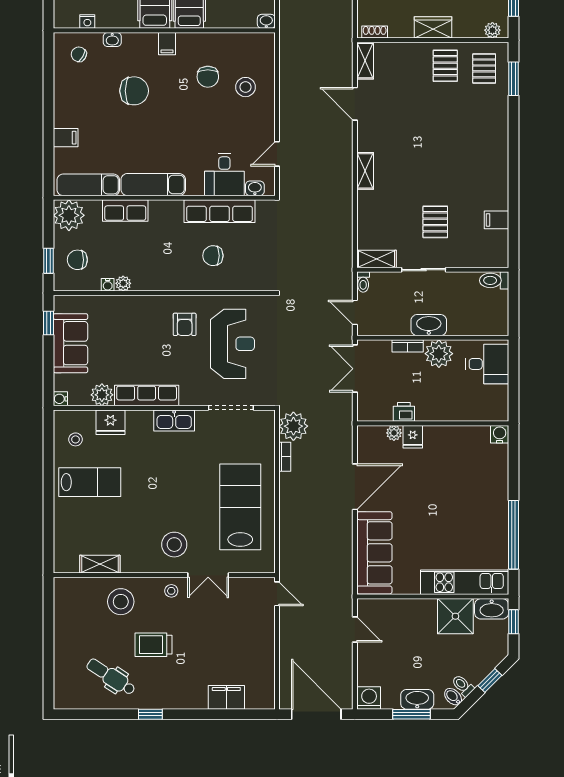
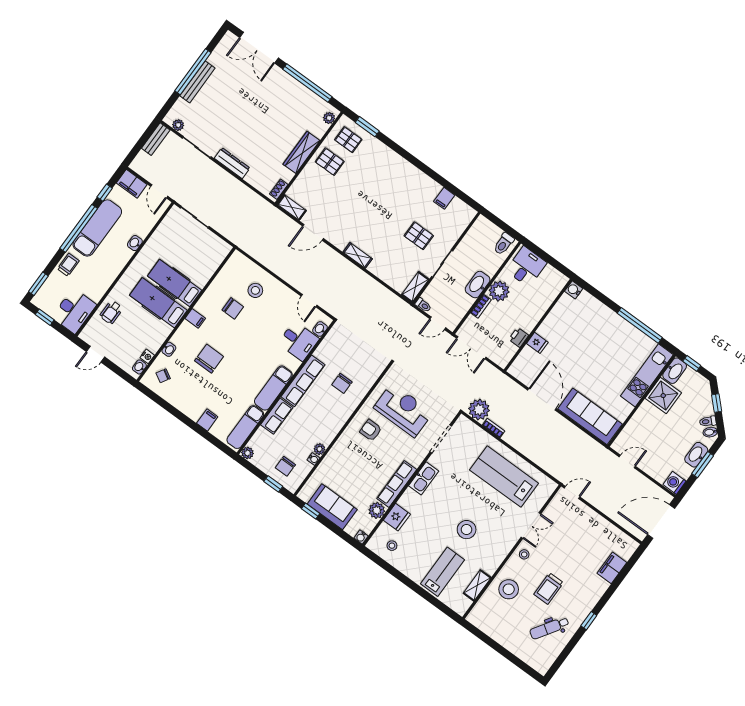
washbasin: (266, 21) -> (139, 367), moved
wardrobe: (433, 27) -> (301, 152), width x1.50
row of seats: (220, 211) -> (303, 381), moved
plant: (69, 215) -> (248, 453), width x0.53, depth x0.53
toilet: (494, 280) -> (504, 244), moved
armchair: (185, 324) -> (371, 430), turned 180
plant: (394, 433) -> (527, 352), removed
lab bench: (90, 482) -> (443, 572), moved
stool: (174, 545) -> (467, 530), moved

